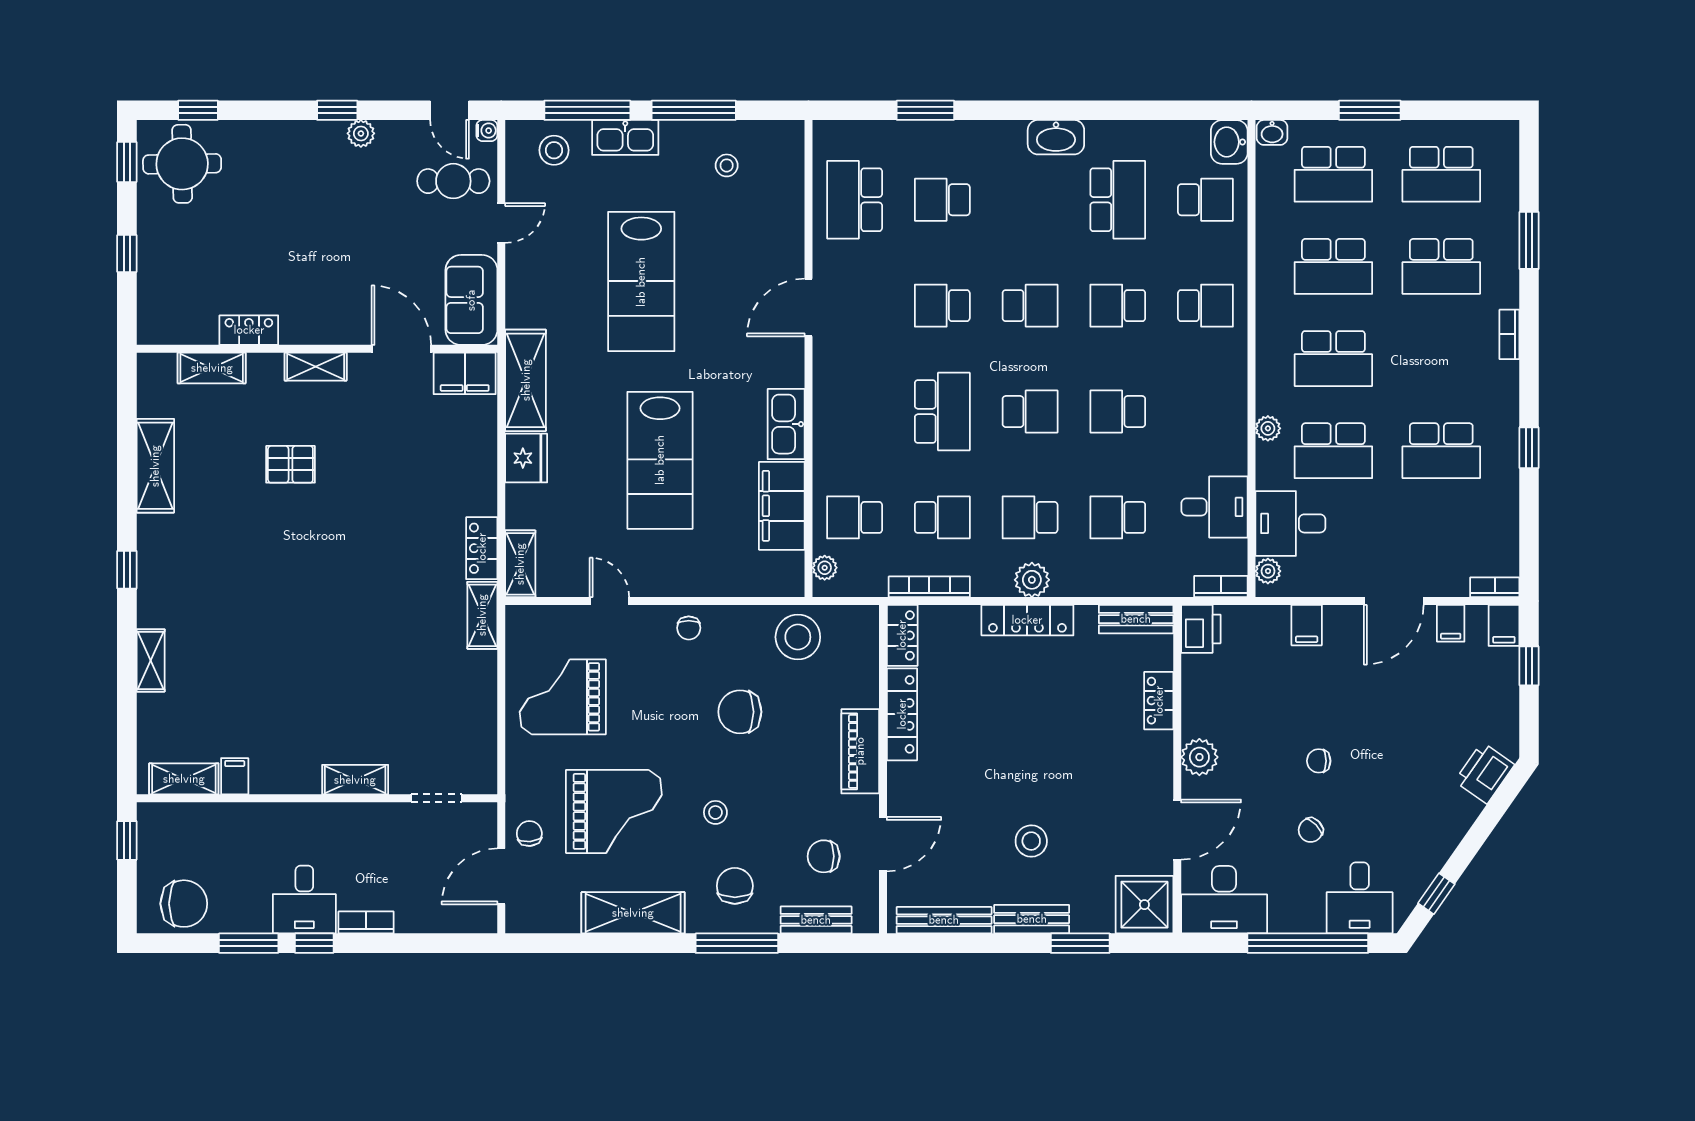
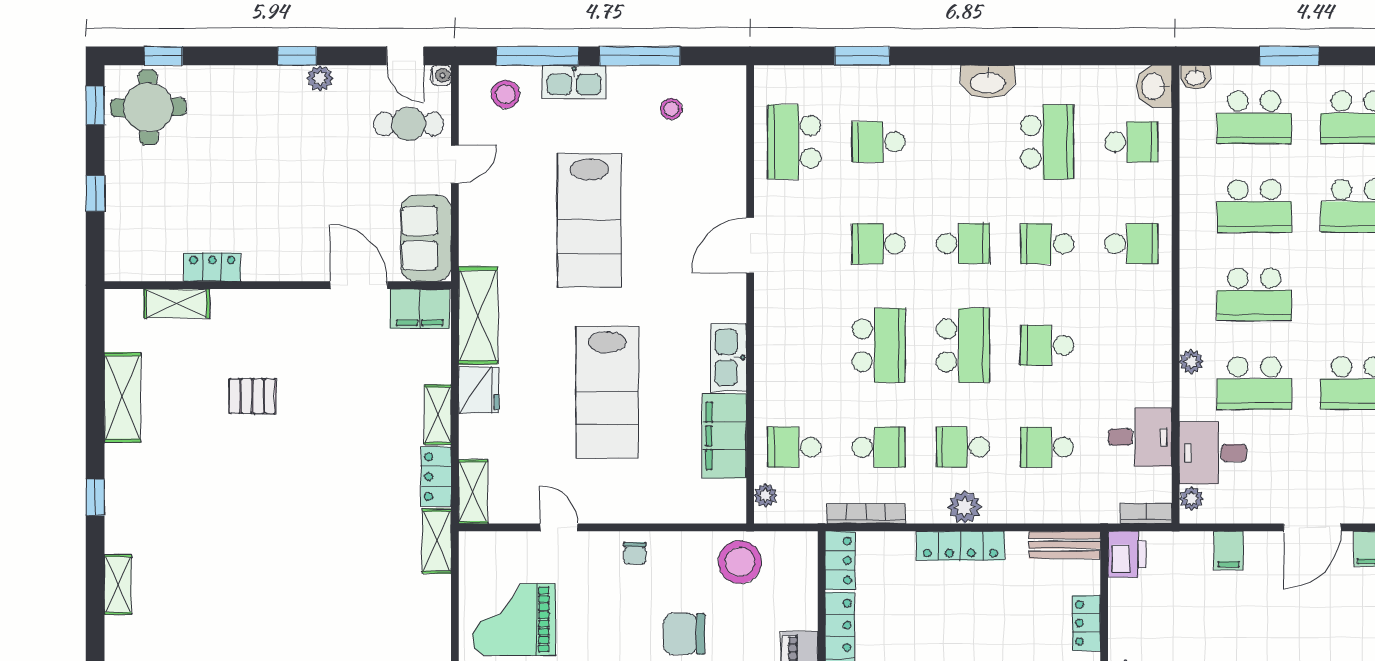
shelving: (316, 367) -> (438, 415), moved, turned 90
school desk: (1030, 412) -> (963, 345), width x1.85

